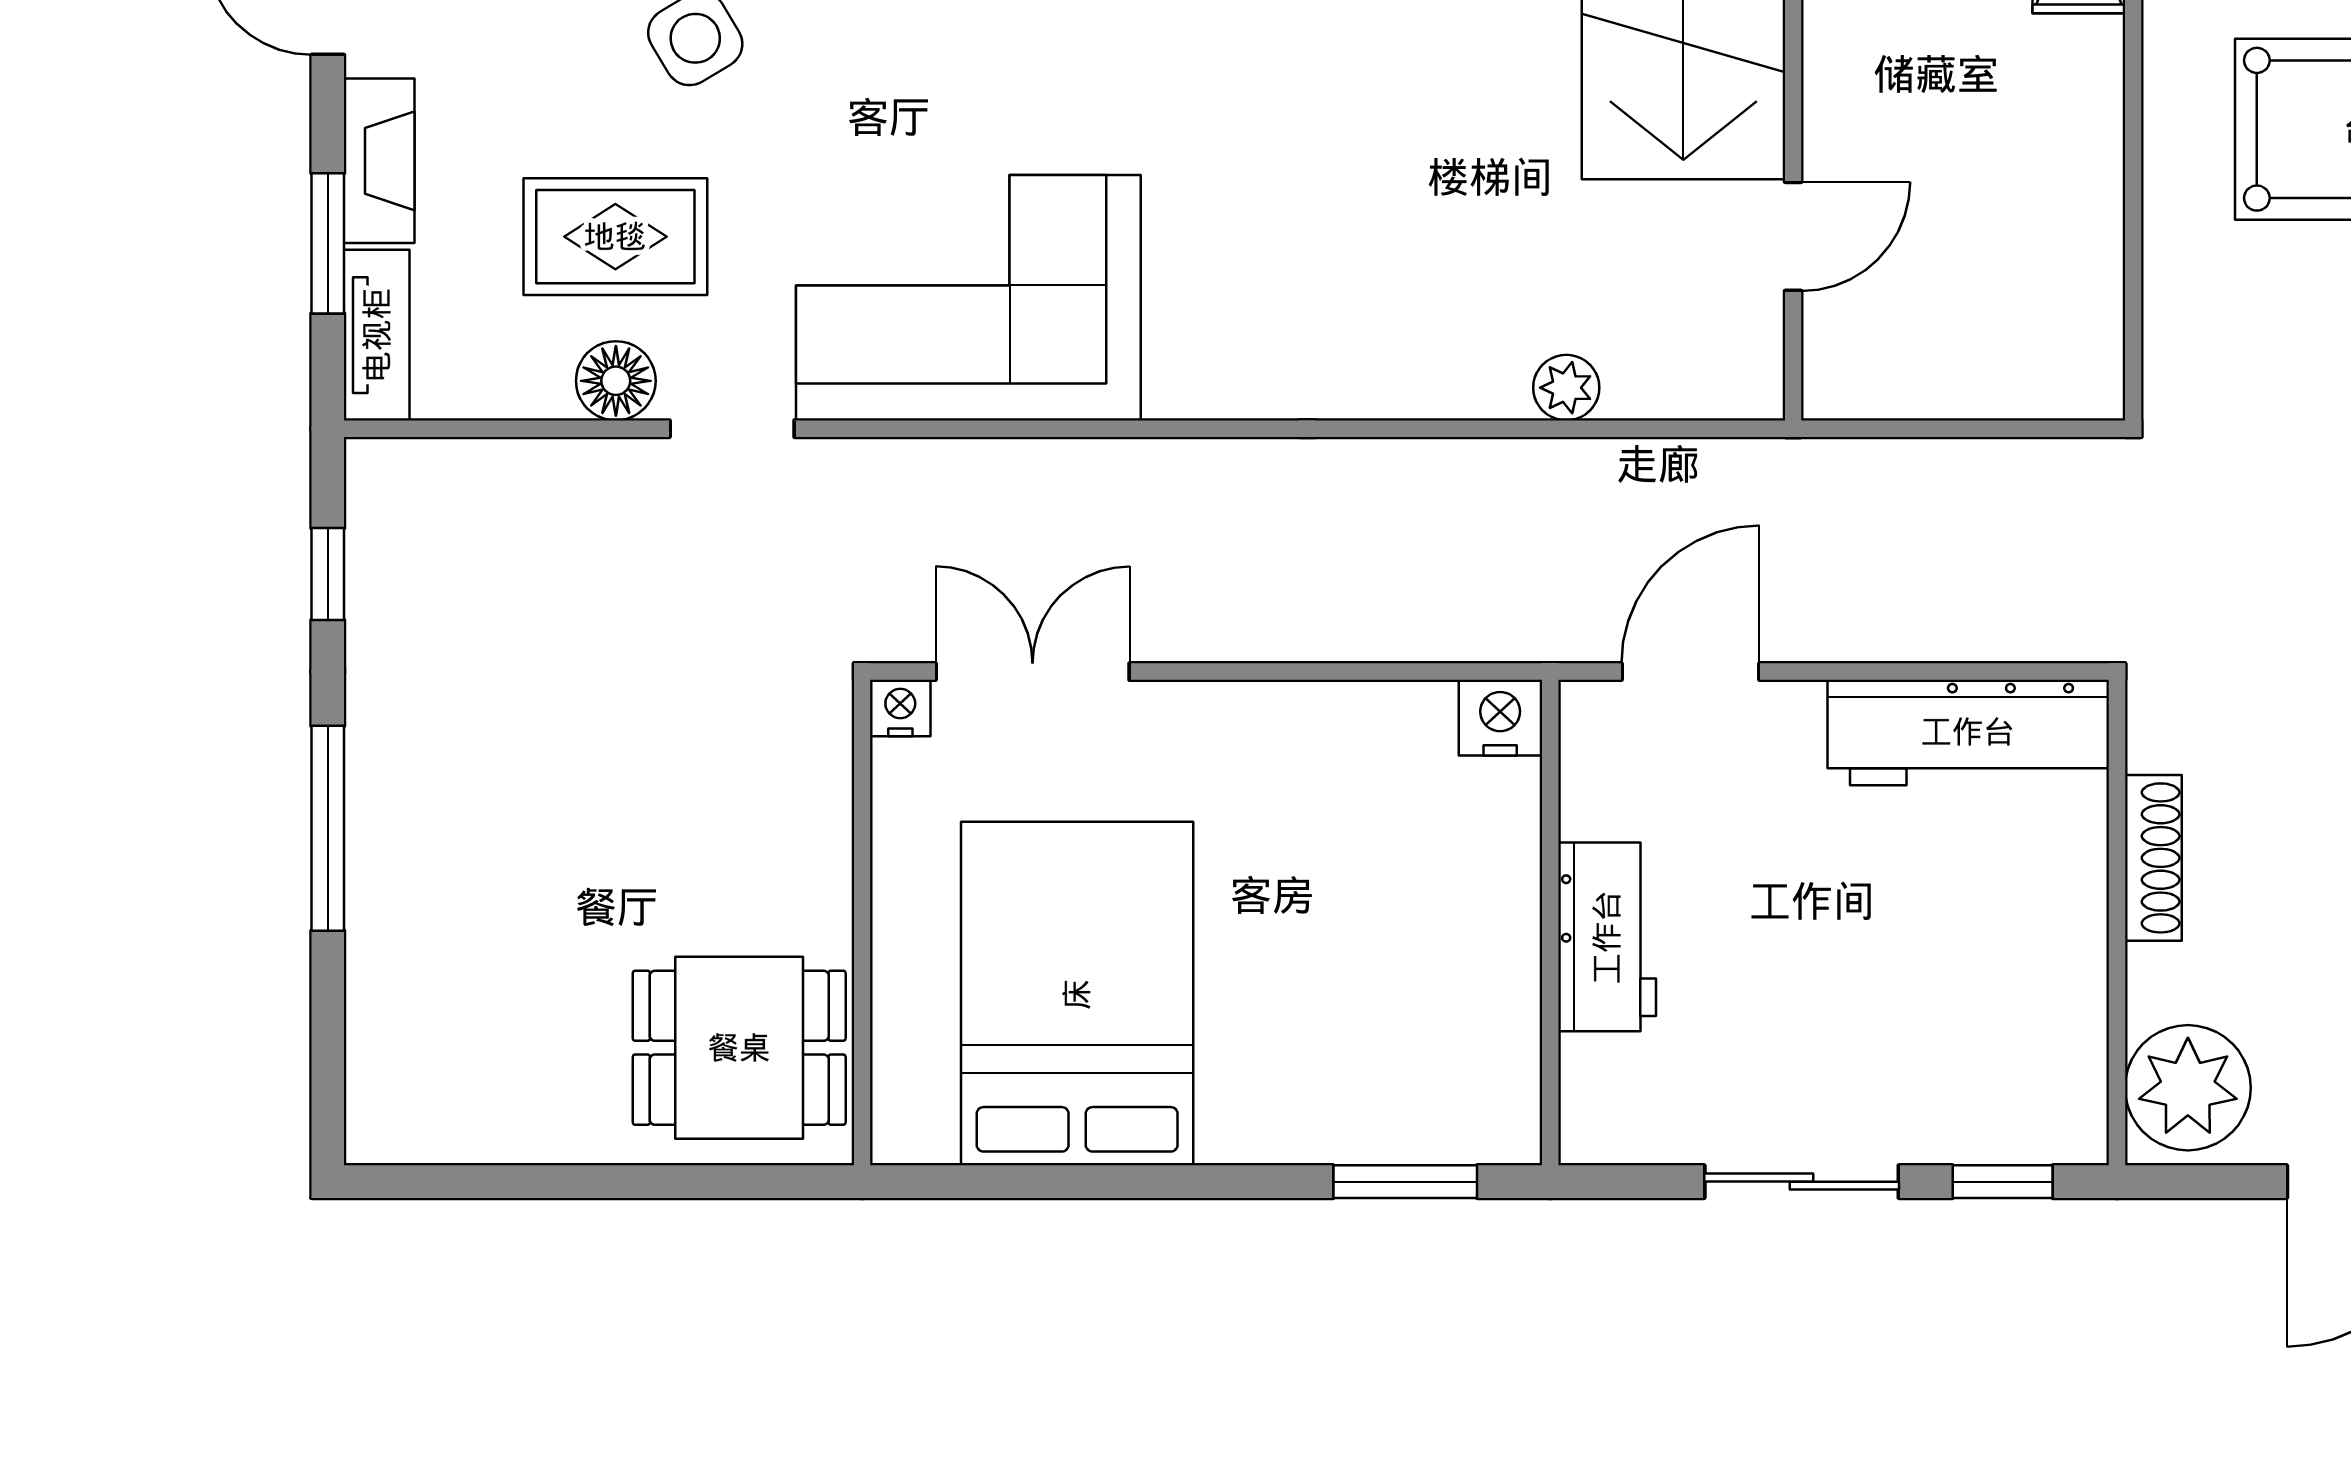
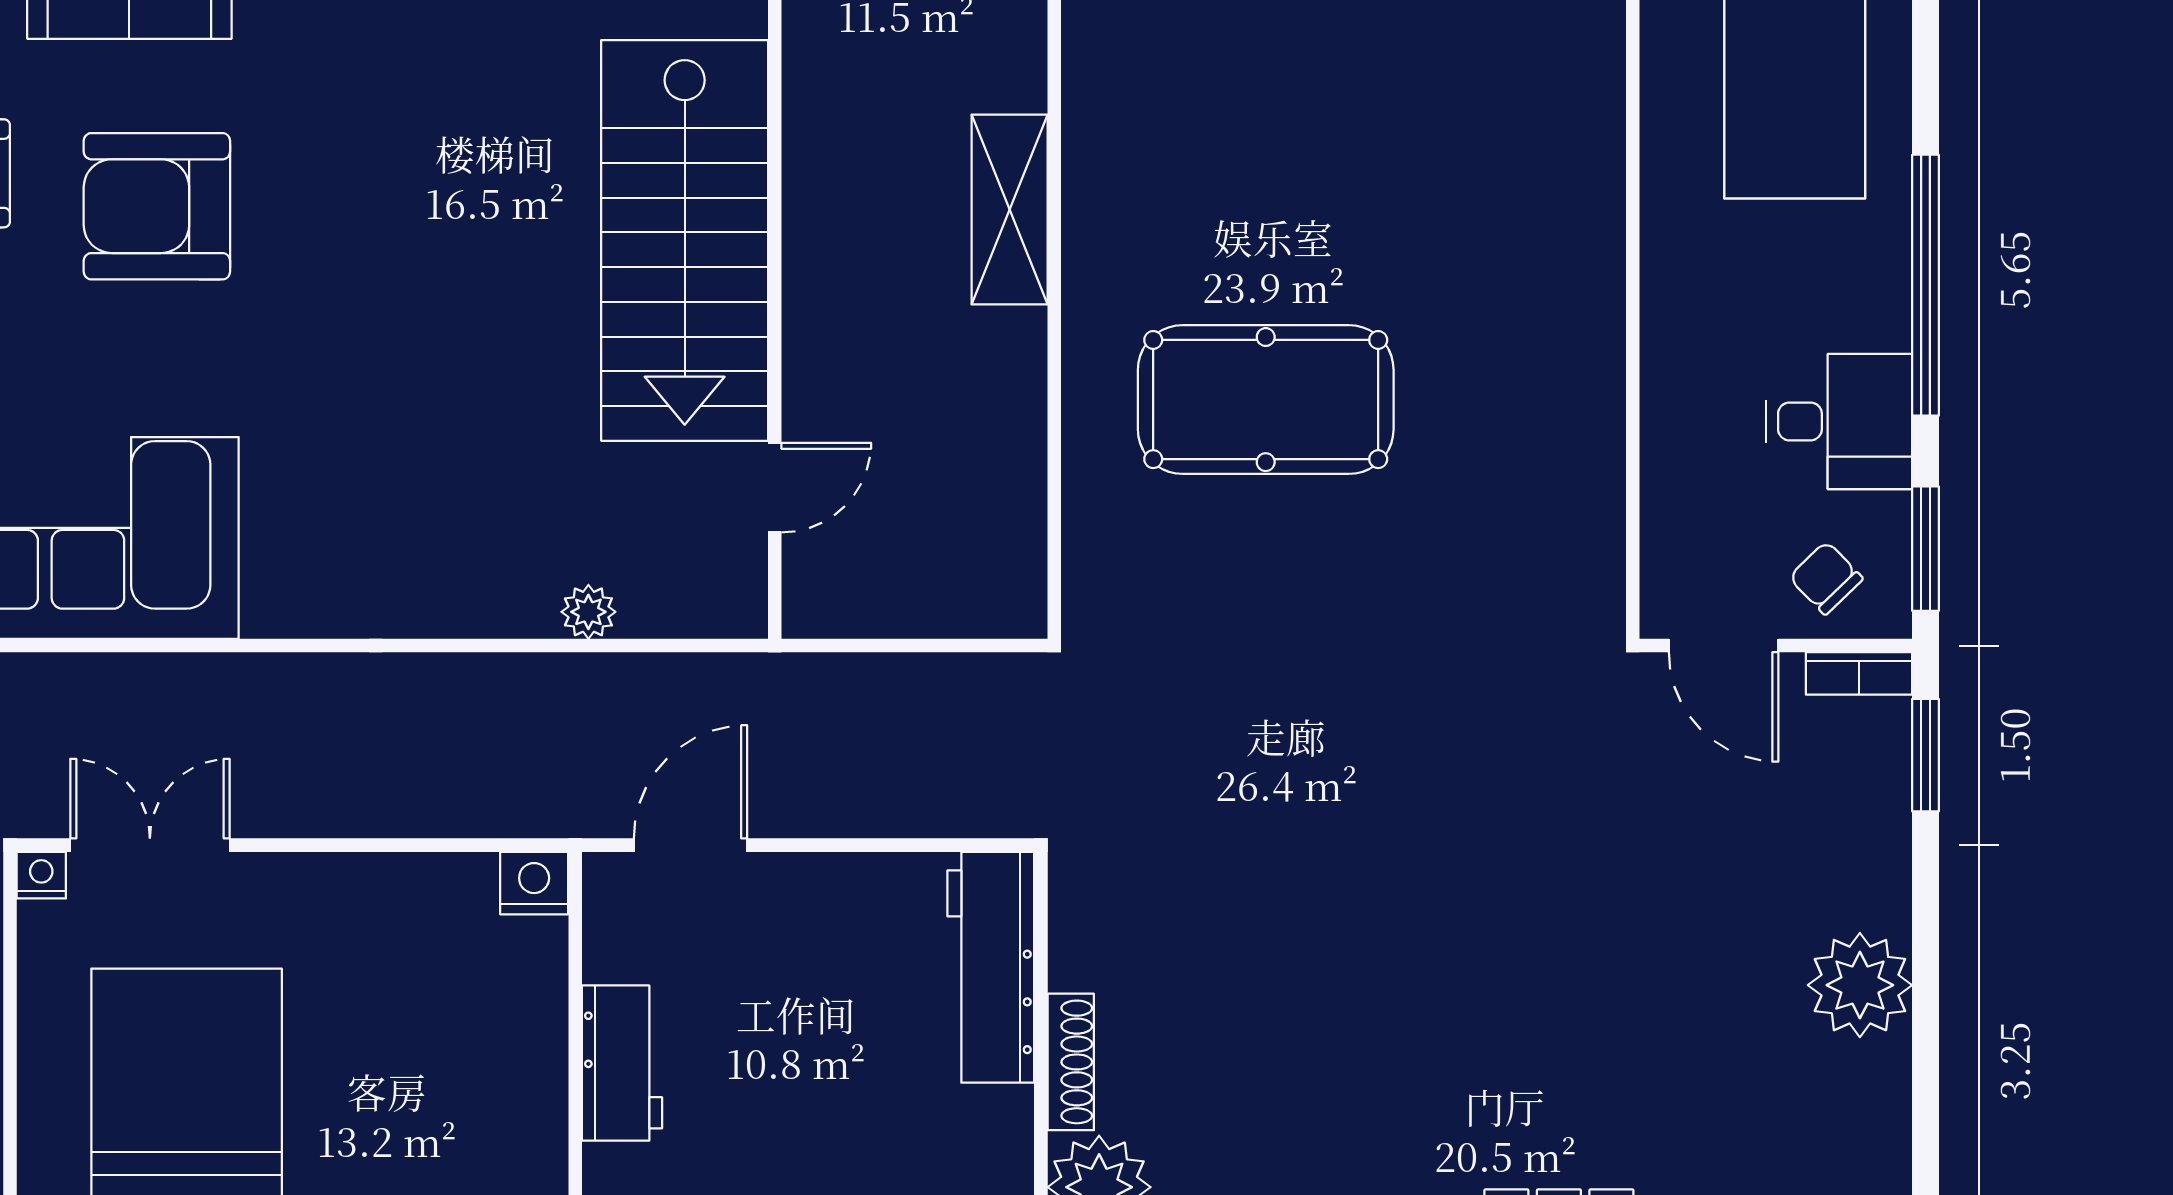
workbench: (1968, 732) -> (991, 967), moved, turned 90
shoe rack: (2153, 858) -> (1071, 1062), moved

